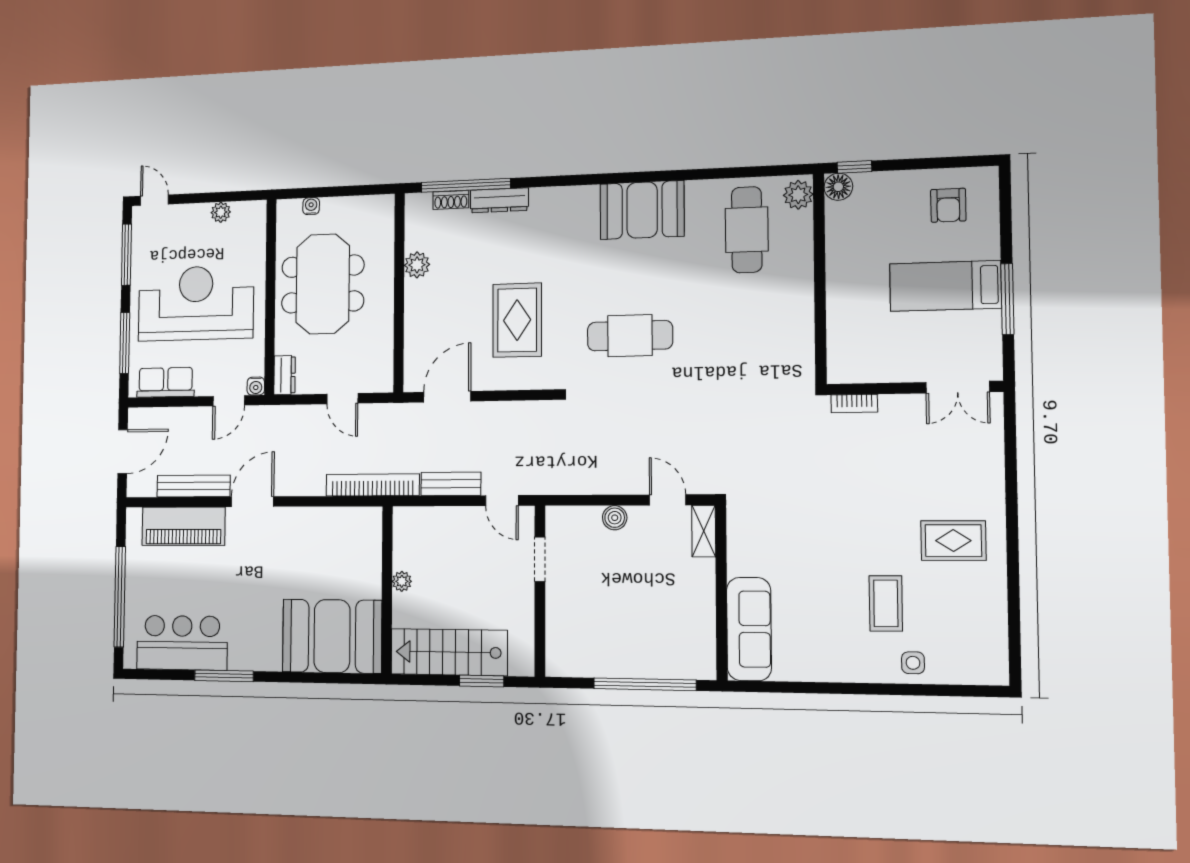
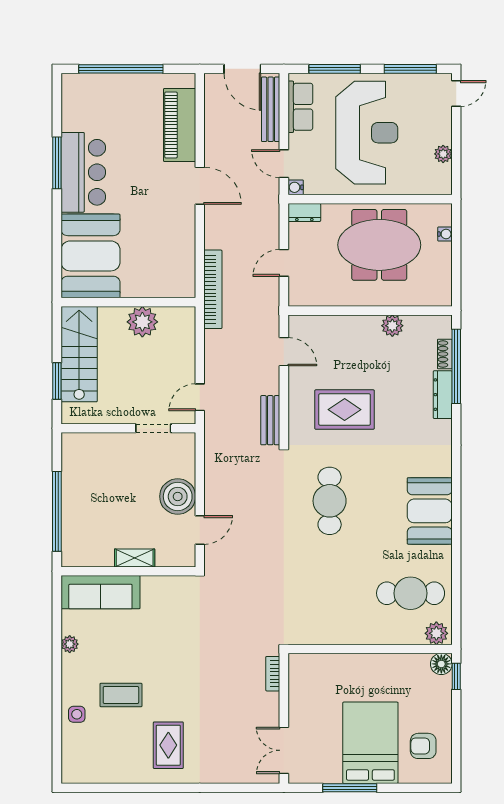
bed: (945, 286) -> (370, 743), width x1.50
door: (447, 397) -> (284, 352), width x0.73
bench: (451, 484) -> (270, 420), moved
bench: (193, 486) -> (271, 109), moved
boiler: (615, 518) -> (178, 496), width x1.86, depth x1.86
shelving: (704, 531) -> (135, 558), moved
plant: (402, 581) -> (142, 322), width x1.88, depth x1.88
bar counter: (182, 643) -> (83, 172), moved
plant: (818, 671) -> (70, 644), added

